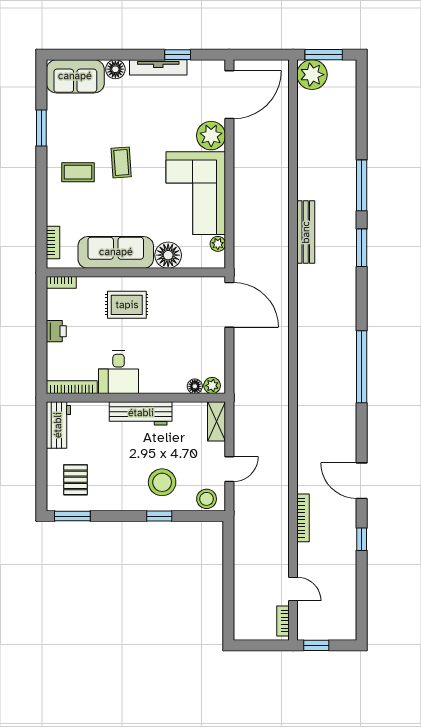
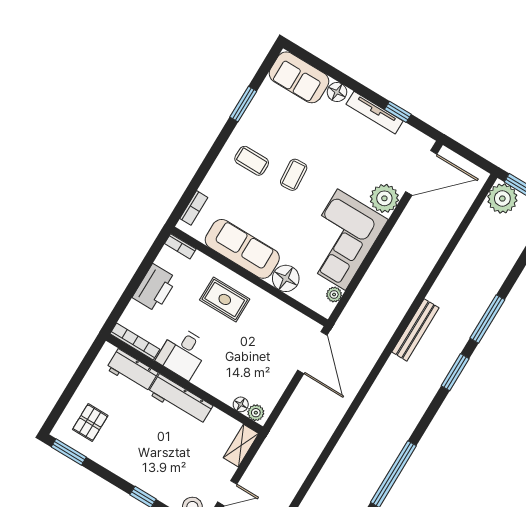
printer: (56, 331) -> (155, 288), width x1.87, depth x1.48
workbench: (58, 425) -> (132, 371), moved, turned 90
stool: (162, 482) -> (163, 470), removed

